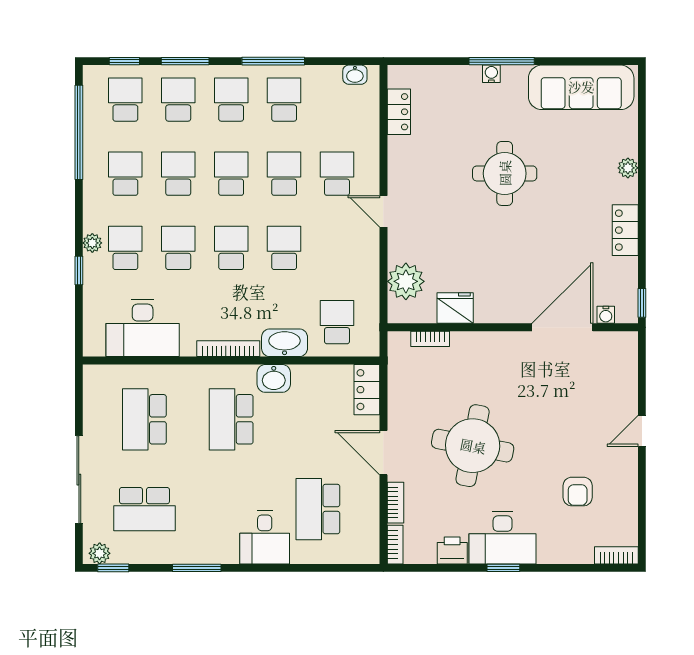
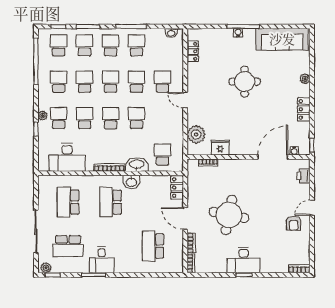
armchair: (578, 492) -> (294, 223), moved
desk: (265, 537) -> (102, 260), moved
printer: (452, 550) -> (303, 176), moved, turned -90

